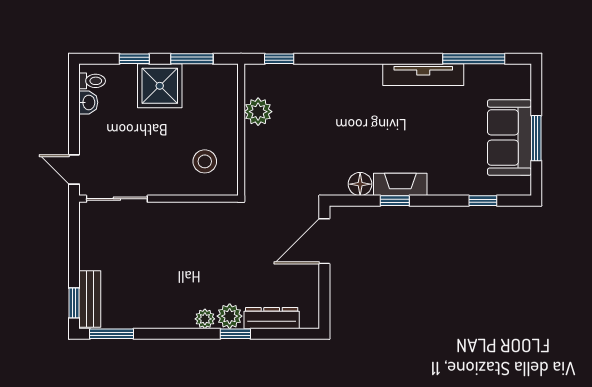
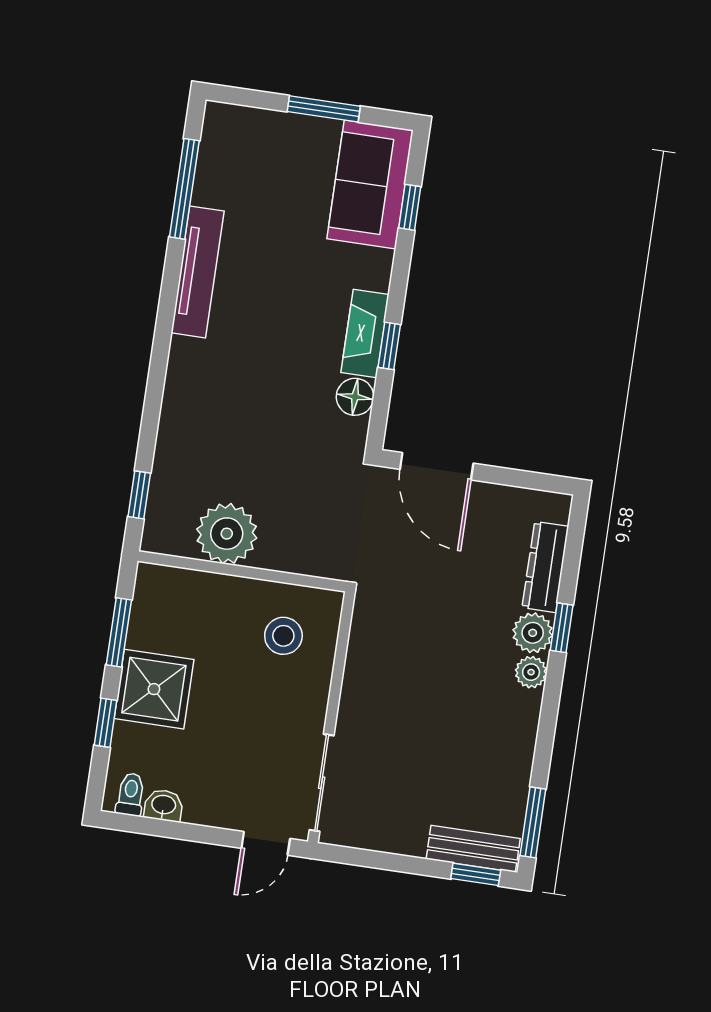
plant: (258, 112) -> (227, 534), width x1.36, depth x1.36
sofa: (509, 138) -> (370, 184), moved, turned 90

